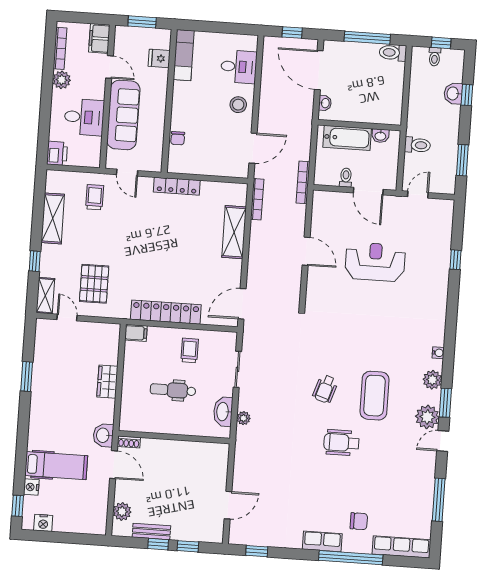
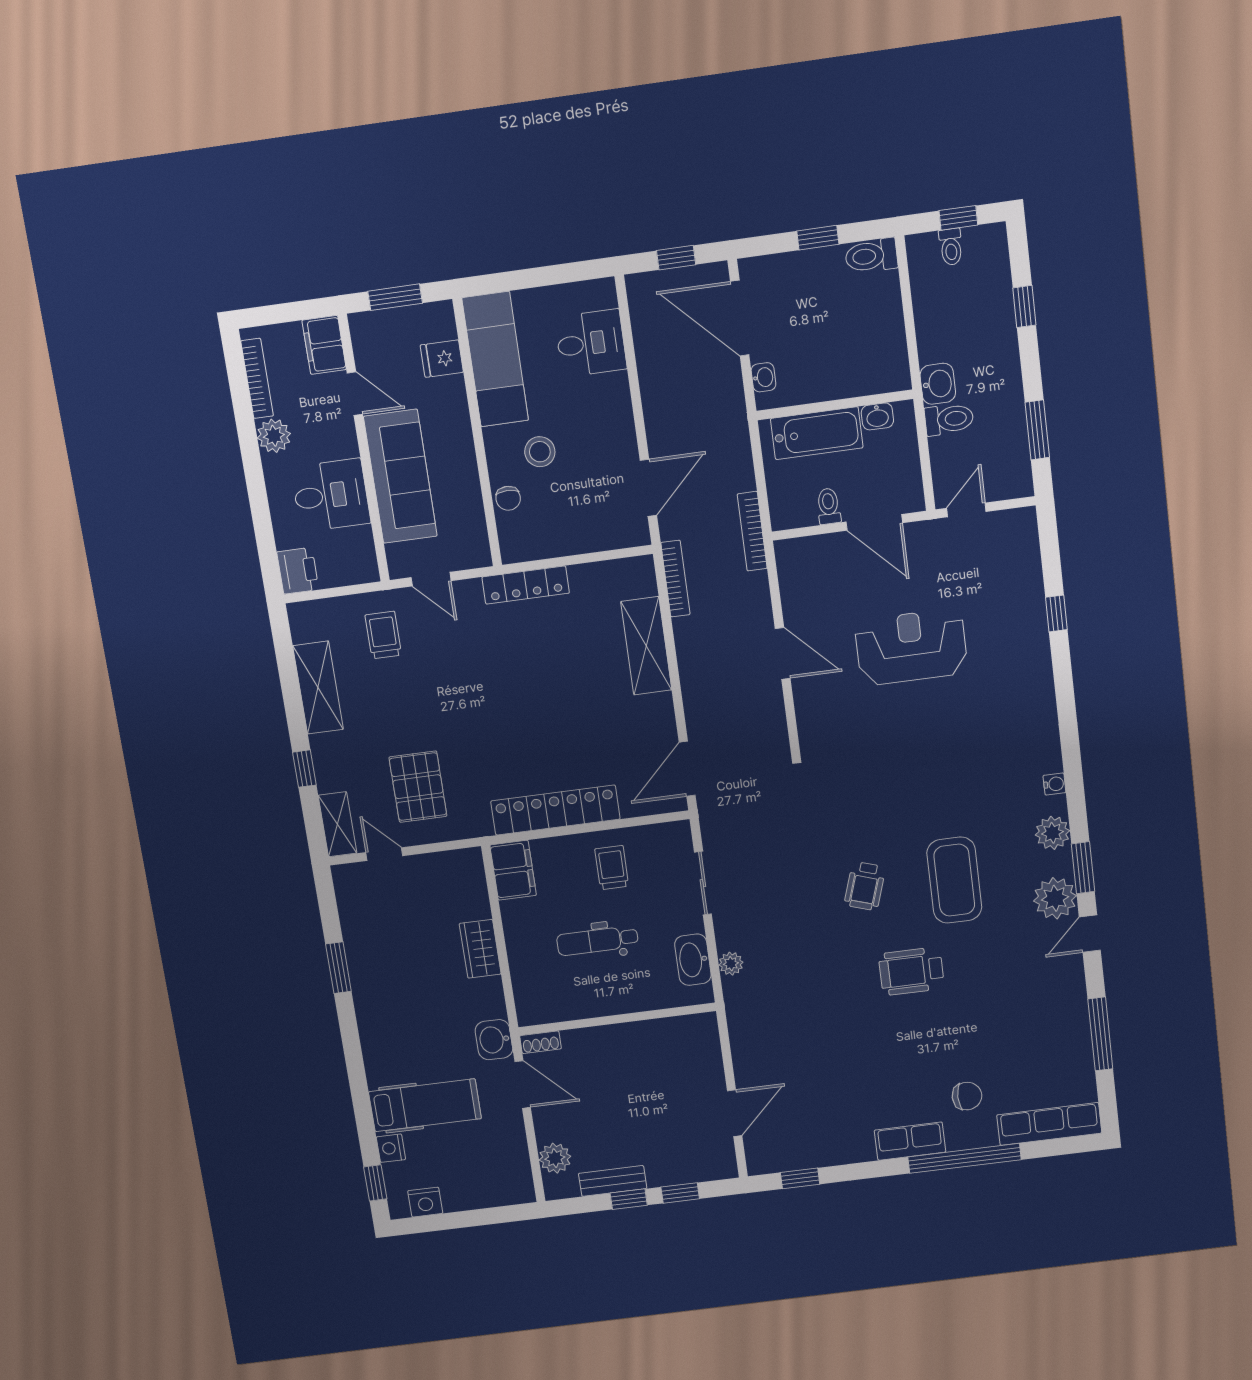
window: (367, 38) -> (818, 238), width x0.46
exam couch: (184, 55) -> (495, 359), width x1.36, depth x1.45
washbasin: (453, 93) -> (938, 384), moved, turned 180
stool: (238, 105) -> (540, 452), moved
filing cabinet: (136, 333) -> (513, 870), width x2.00

